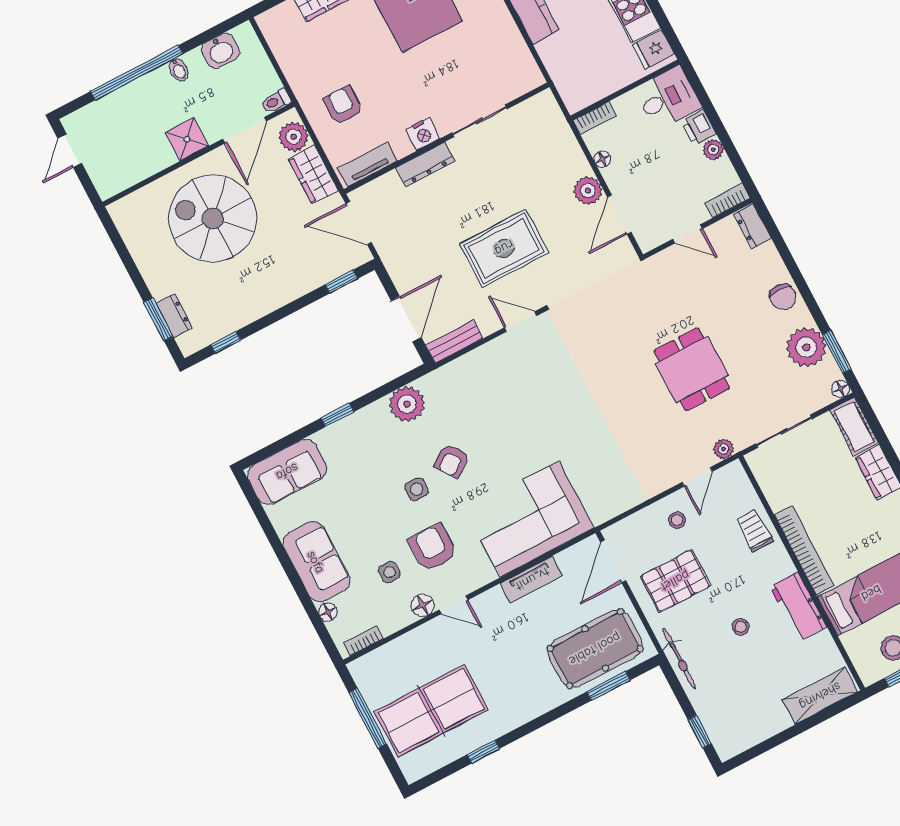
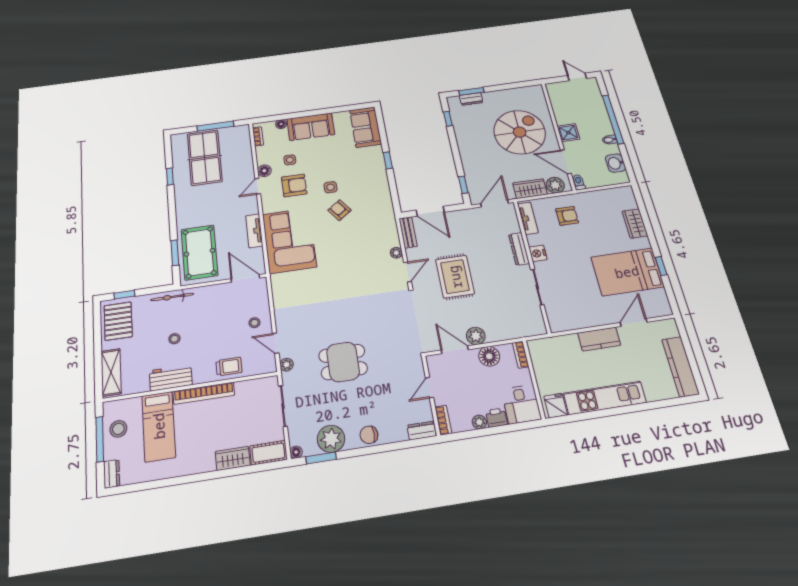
floor lamp: (602, 159) -> (489, 356), width x1.89, depth x1.89
plant: (407, 404) -> (396, 253), moved, width x0.53, depth x0.53
pallet: (675, 581) -> (118, 321), moved

